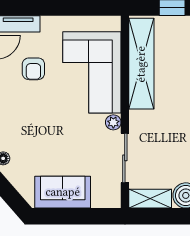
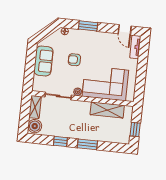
shelving: (141, 64) -> (107, 110), width x0.68
armchair: (33, 69) -> (74, 60), moved

